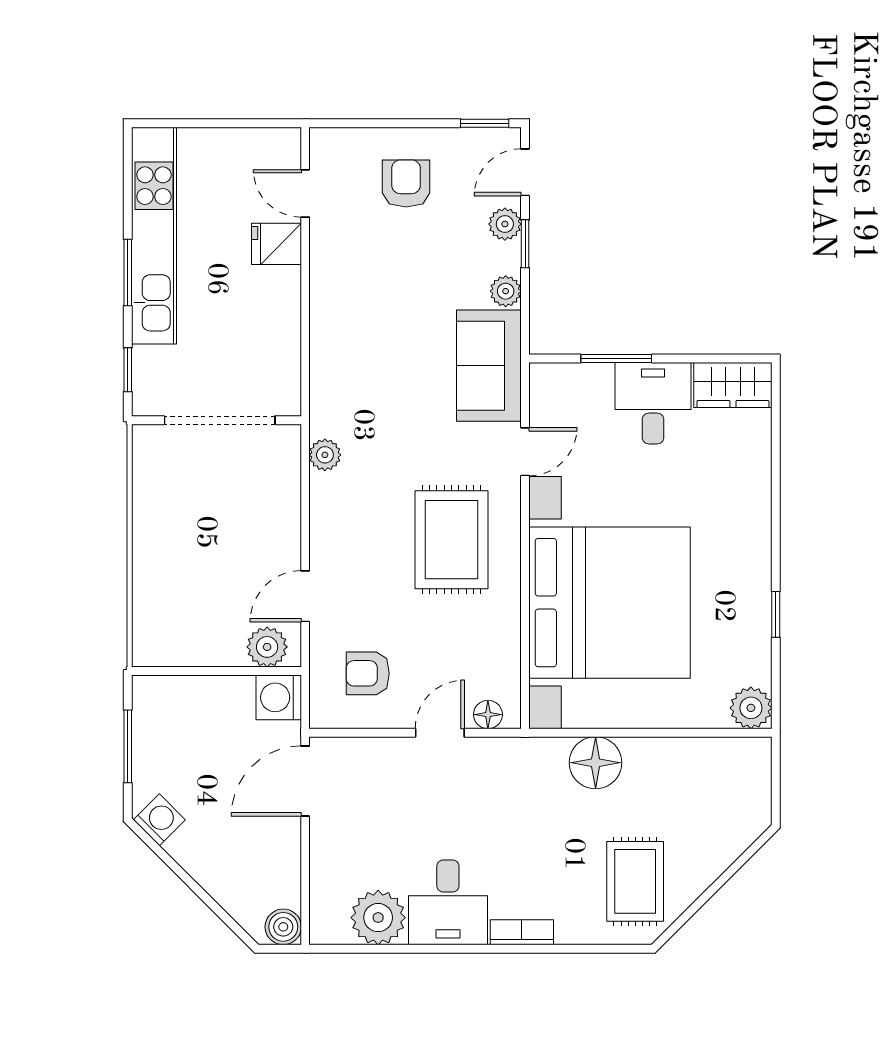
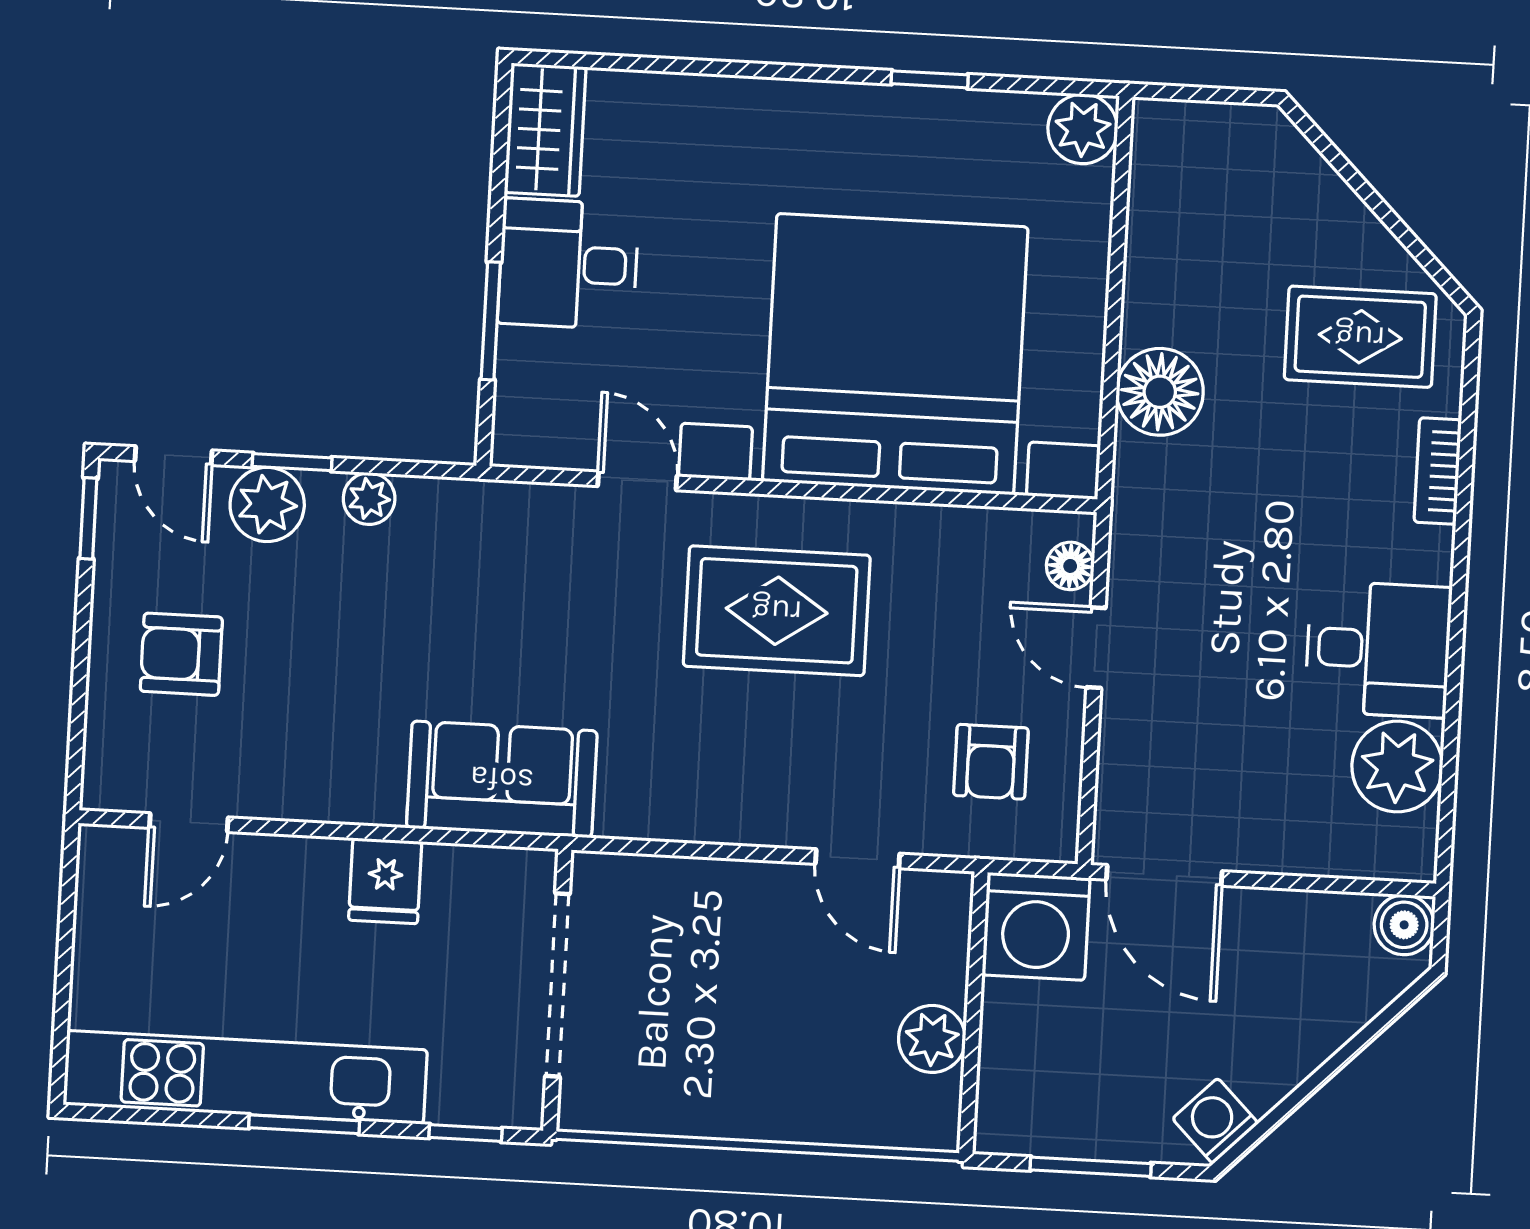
plant: (505, 224) -> (267, 504), width x1.38, depth x1.38
fridge: (277, 244) -> (385, 881), moved
sofa: (489, 366) -> (502, 779), moved, turned 180
plant: (325, 455) -> (625, 813), removed
plant: (267, 647) -> (932, 1039), moved
washing machine: (279, 697) -> (1036, 926), width x1.37, depth x1.37
bookcase: (522, 932) -> (1438, 471), moved

